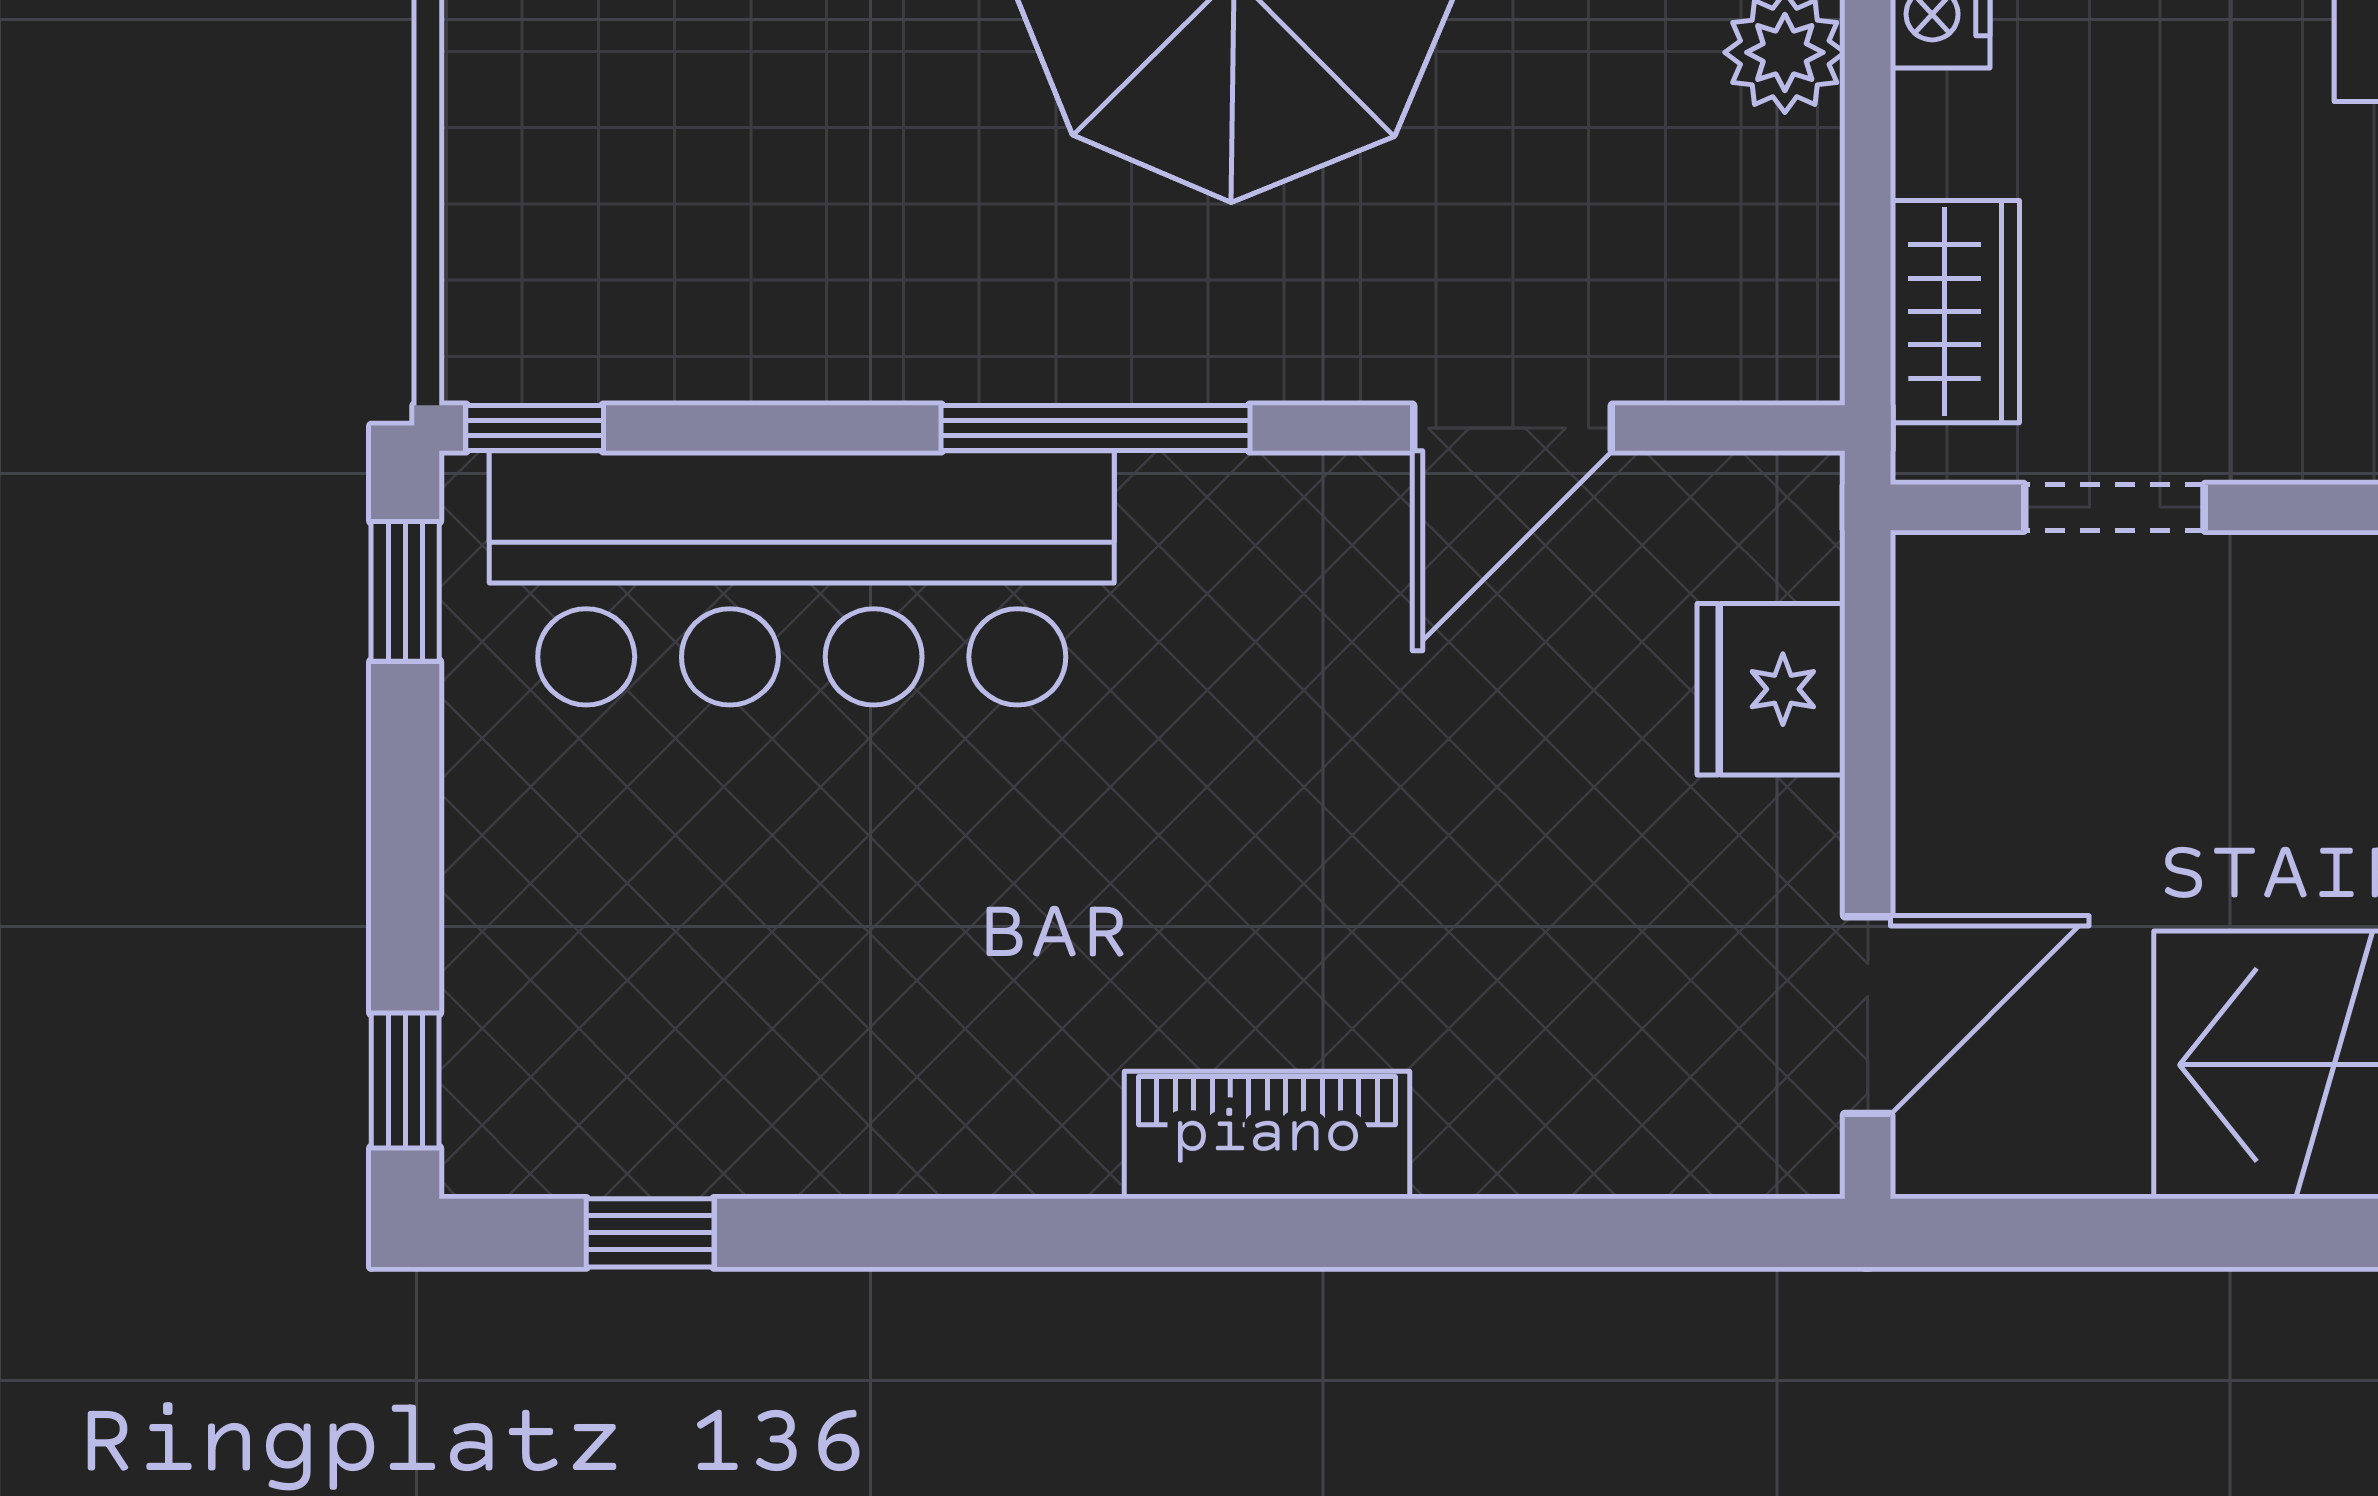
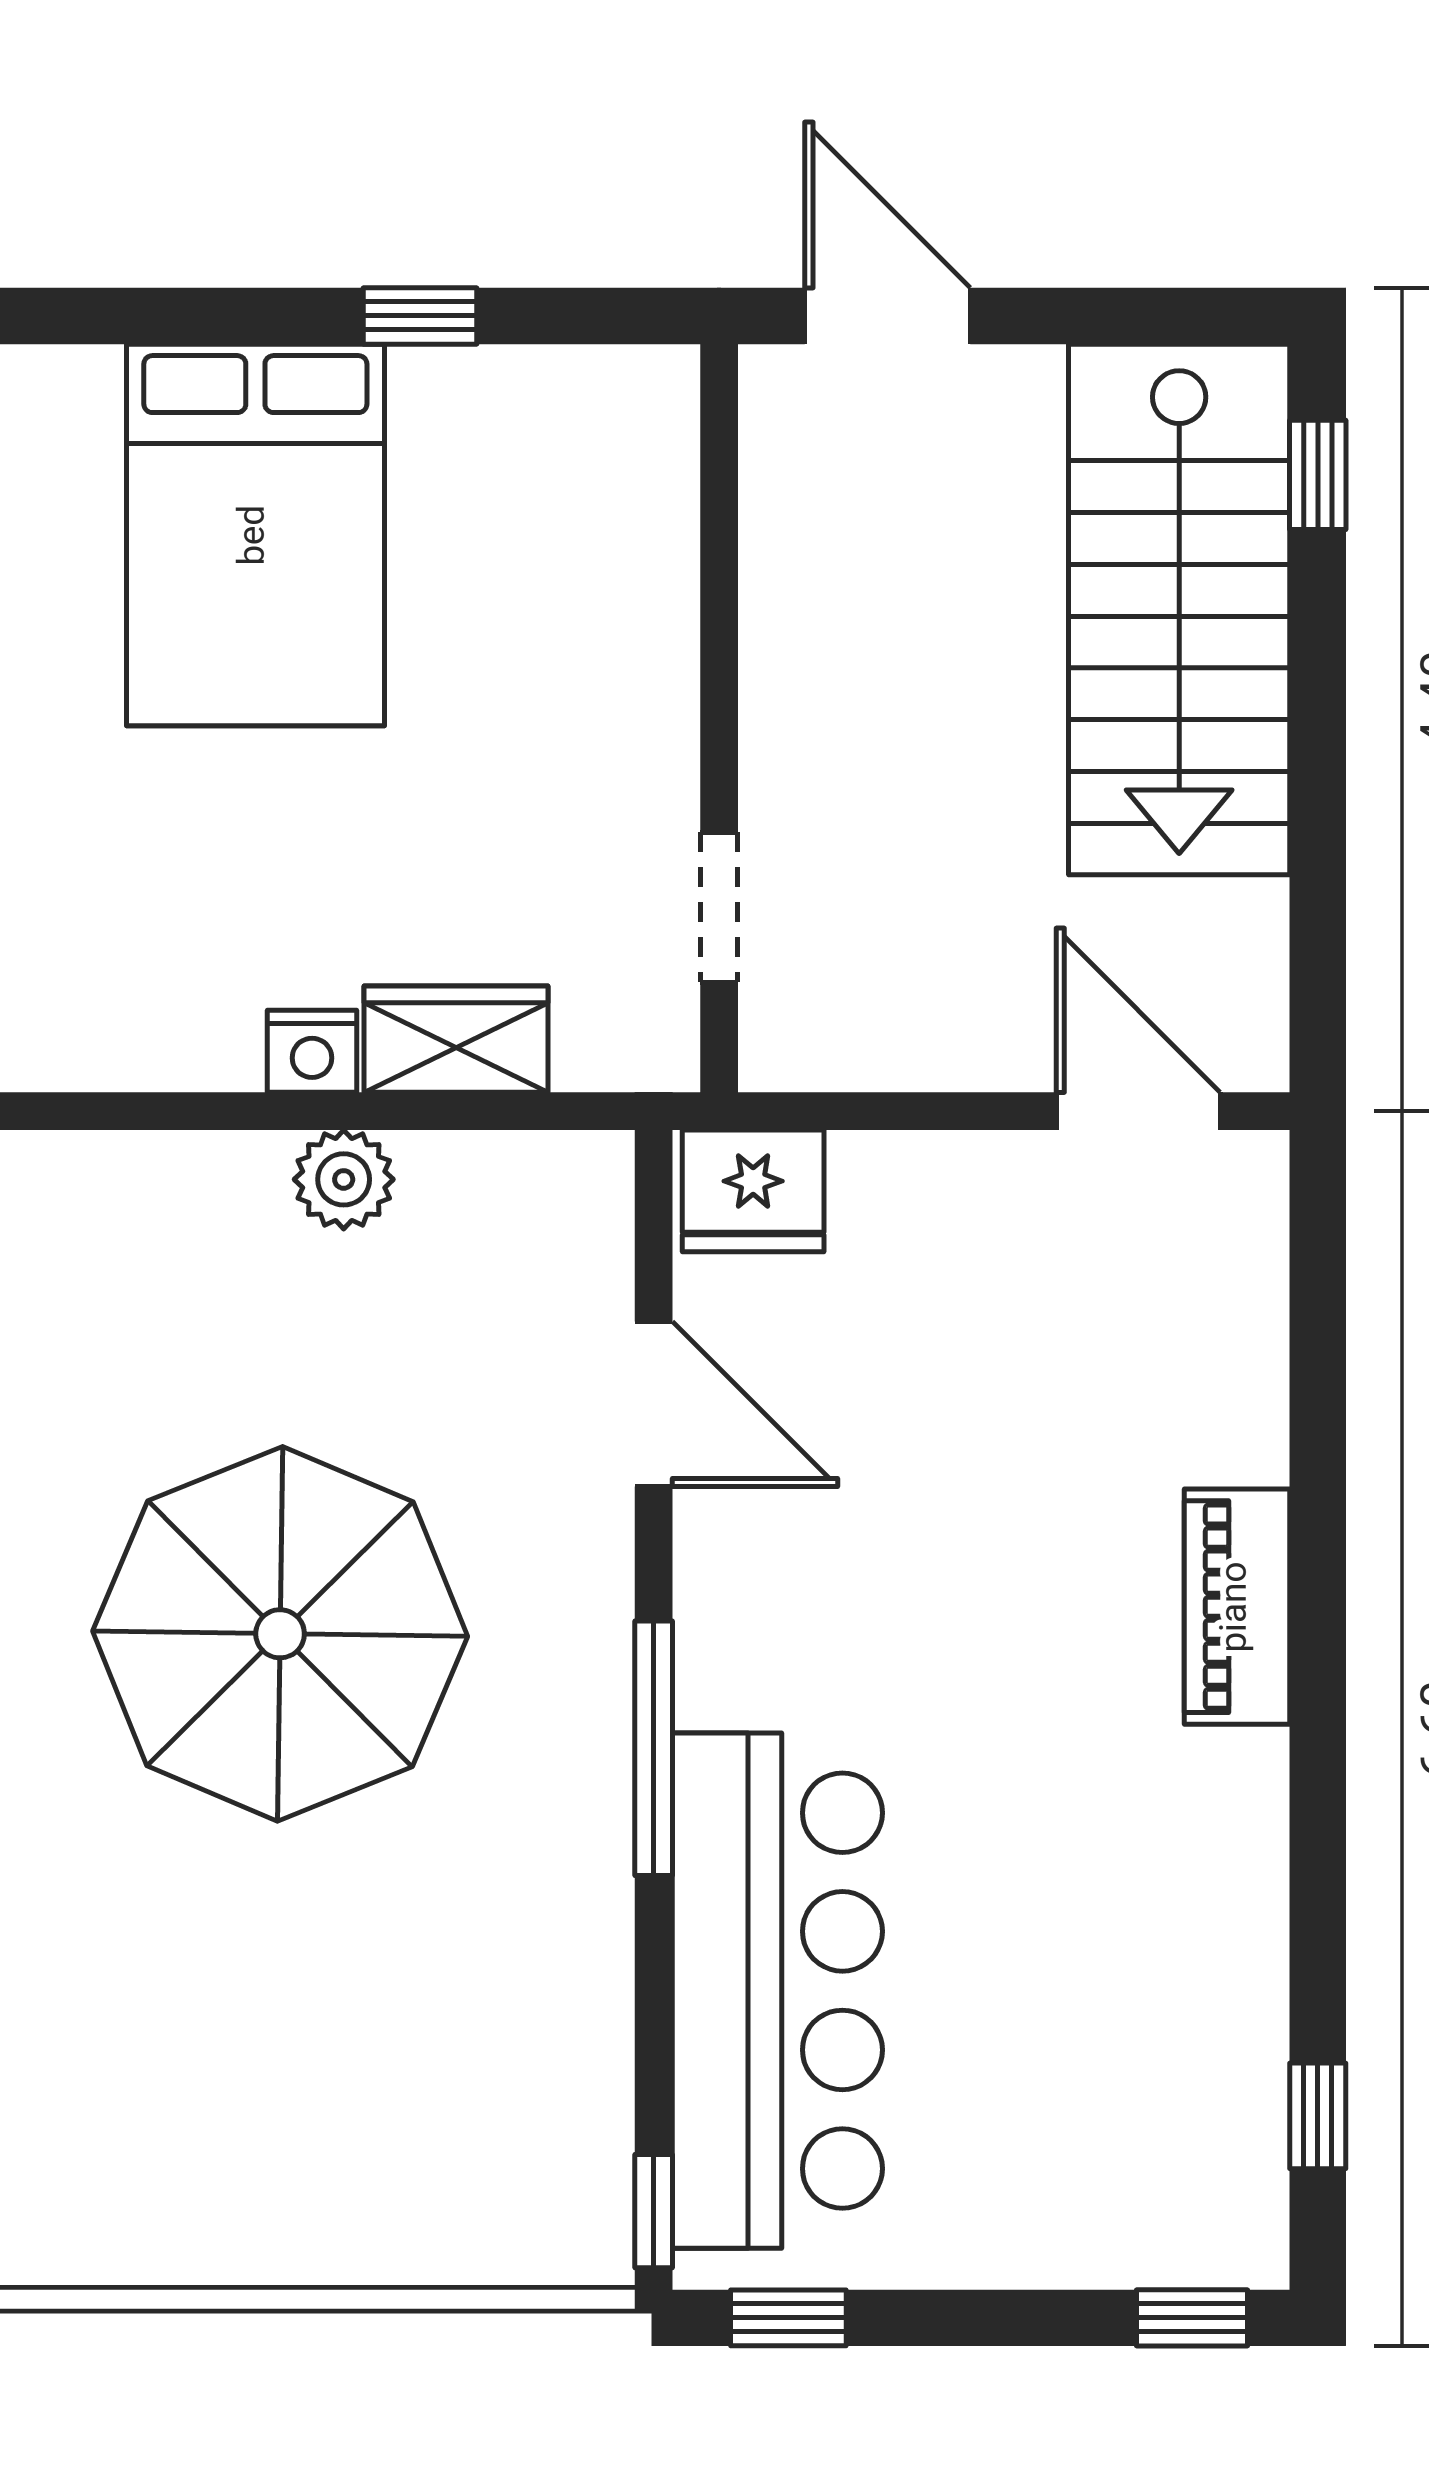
wardrobe: (1955, 312) -> (456, 1039), moved
fridge: (1771, 689) -> (753, 1191), moved

